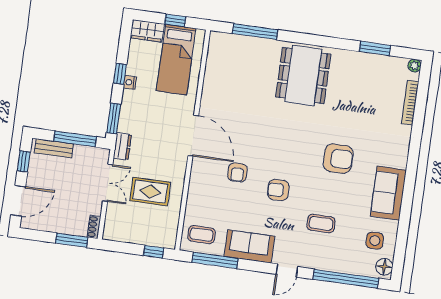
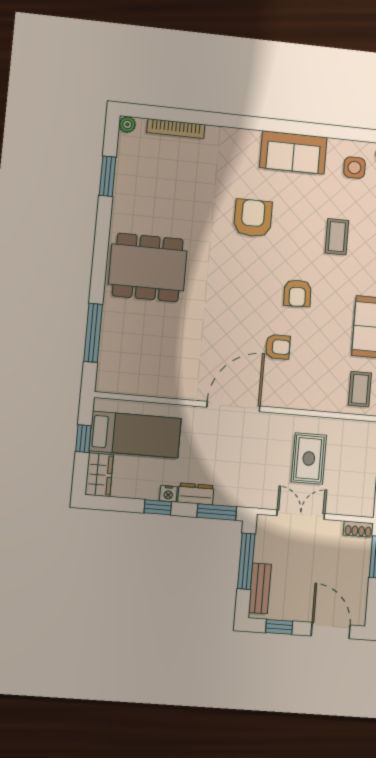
dresser: (122, 146) -> (196, 494), moved

